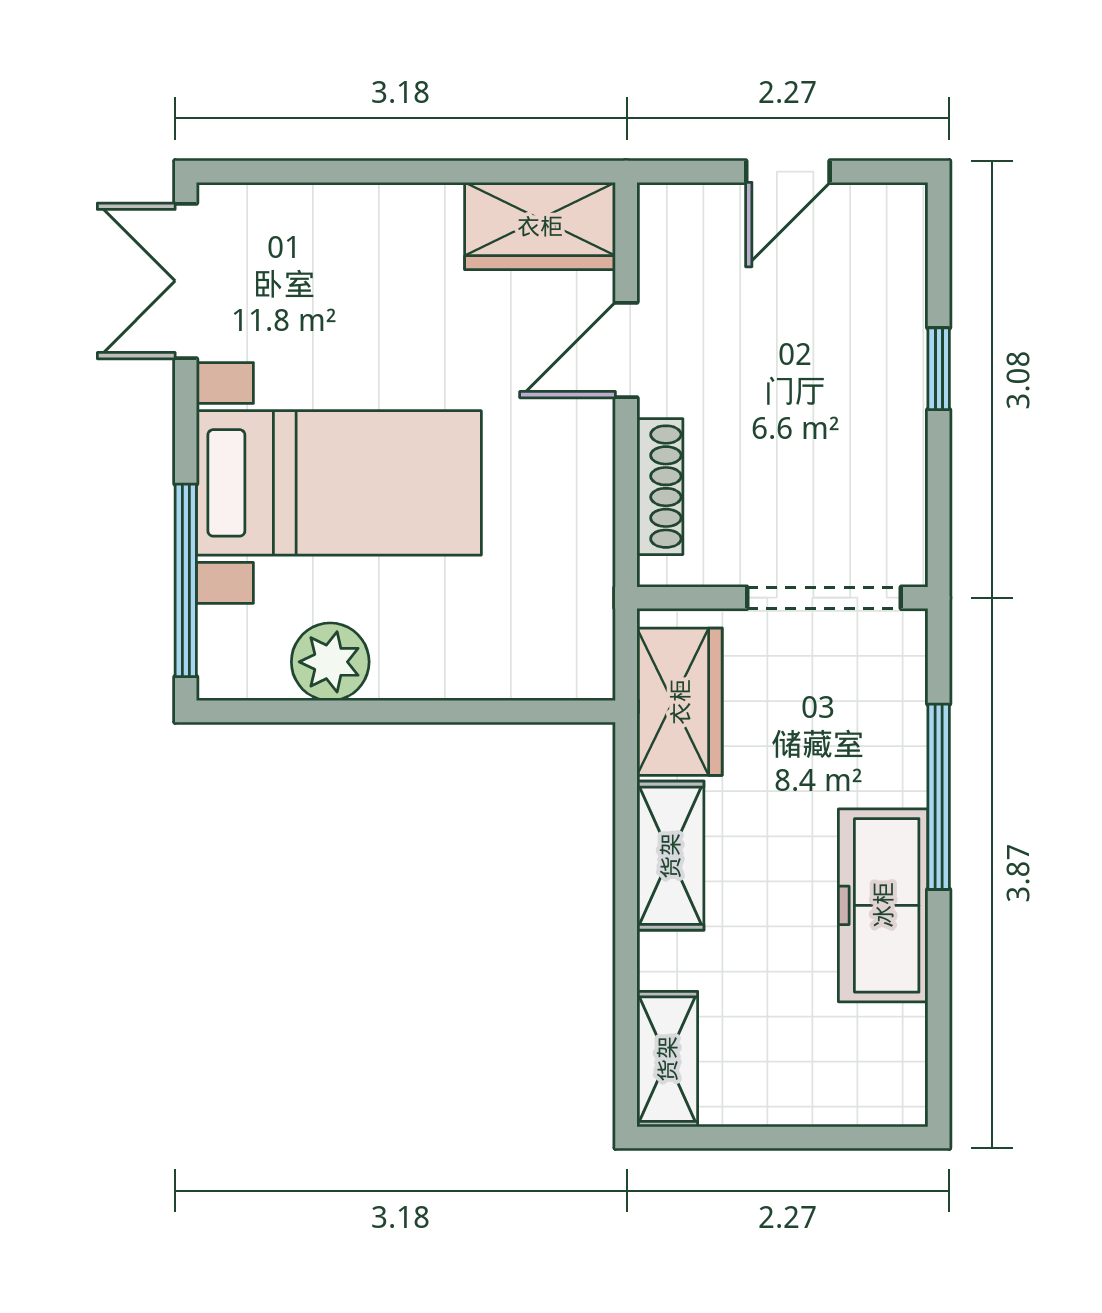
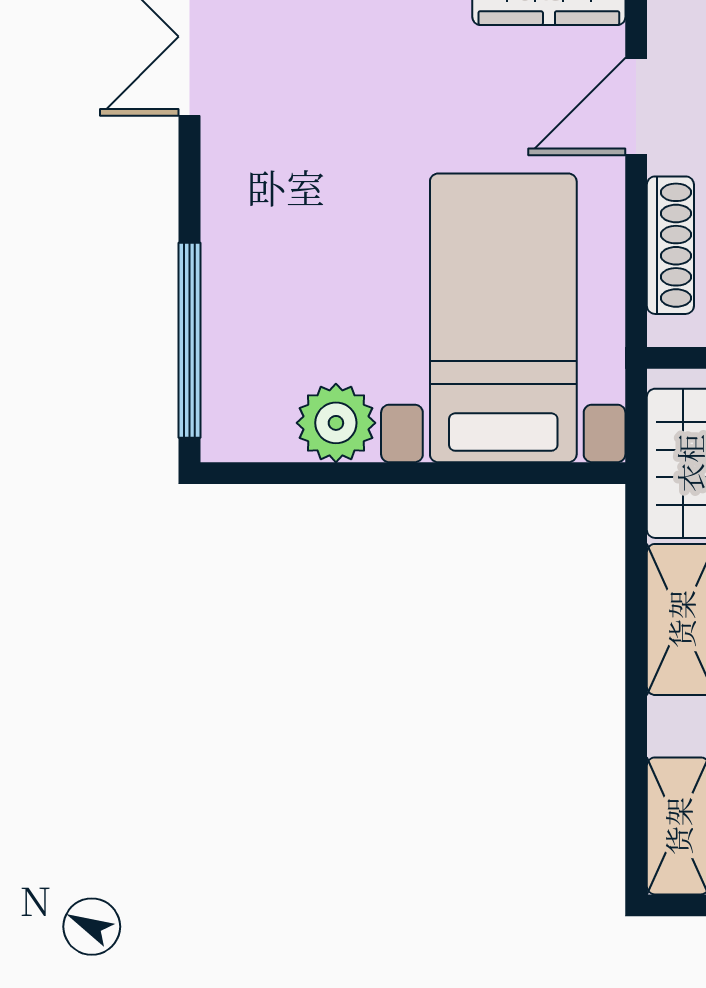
bed with nightstands: (339, 483) -> (503, 318), moved, turned -90

